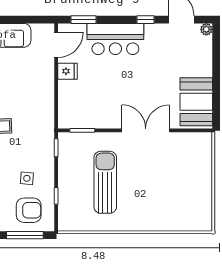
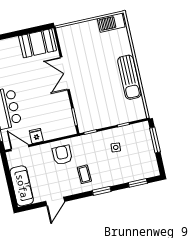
sun lounger: (105, 182) -> (129, 77), moved, turned -90
armchair: (29, 210) -> (62, 155), moved
barbecue: (202, 211) -> (111, 23), added

